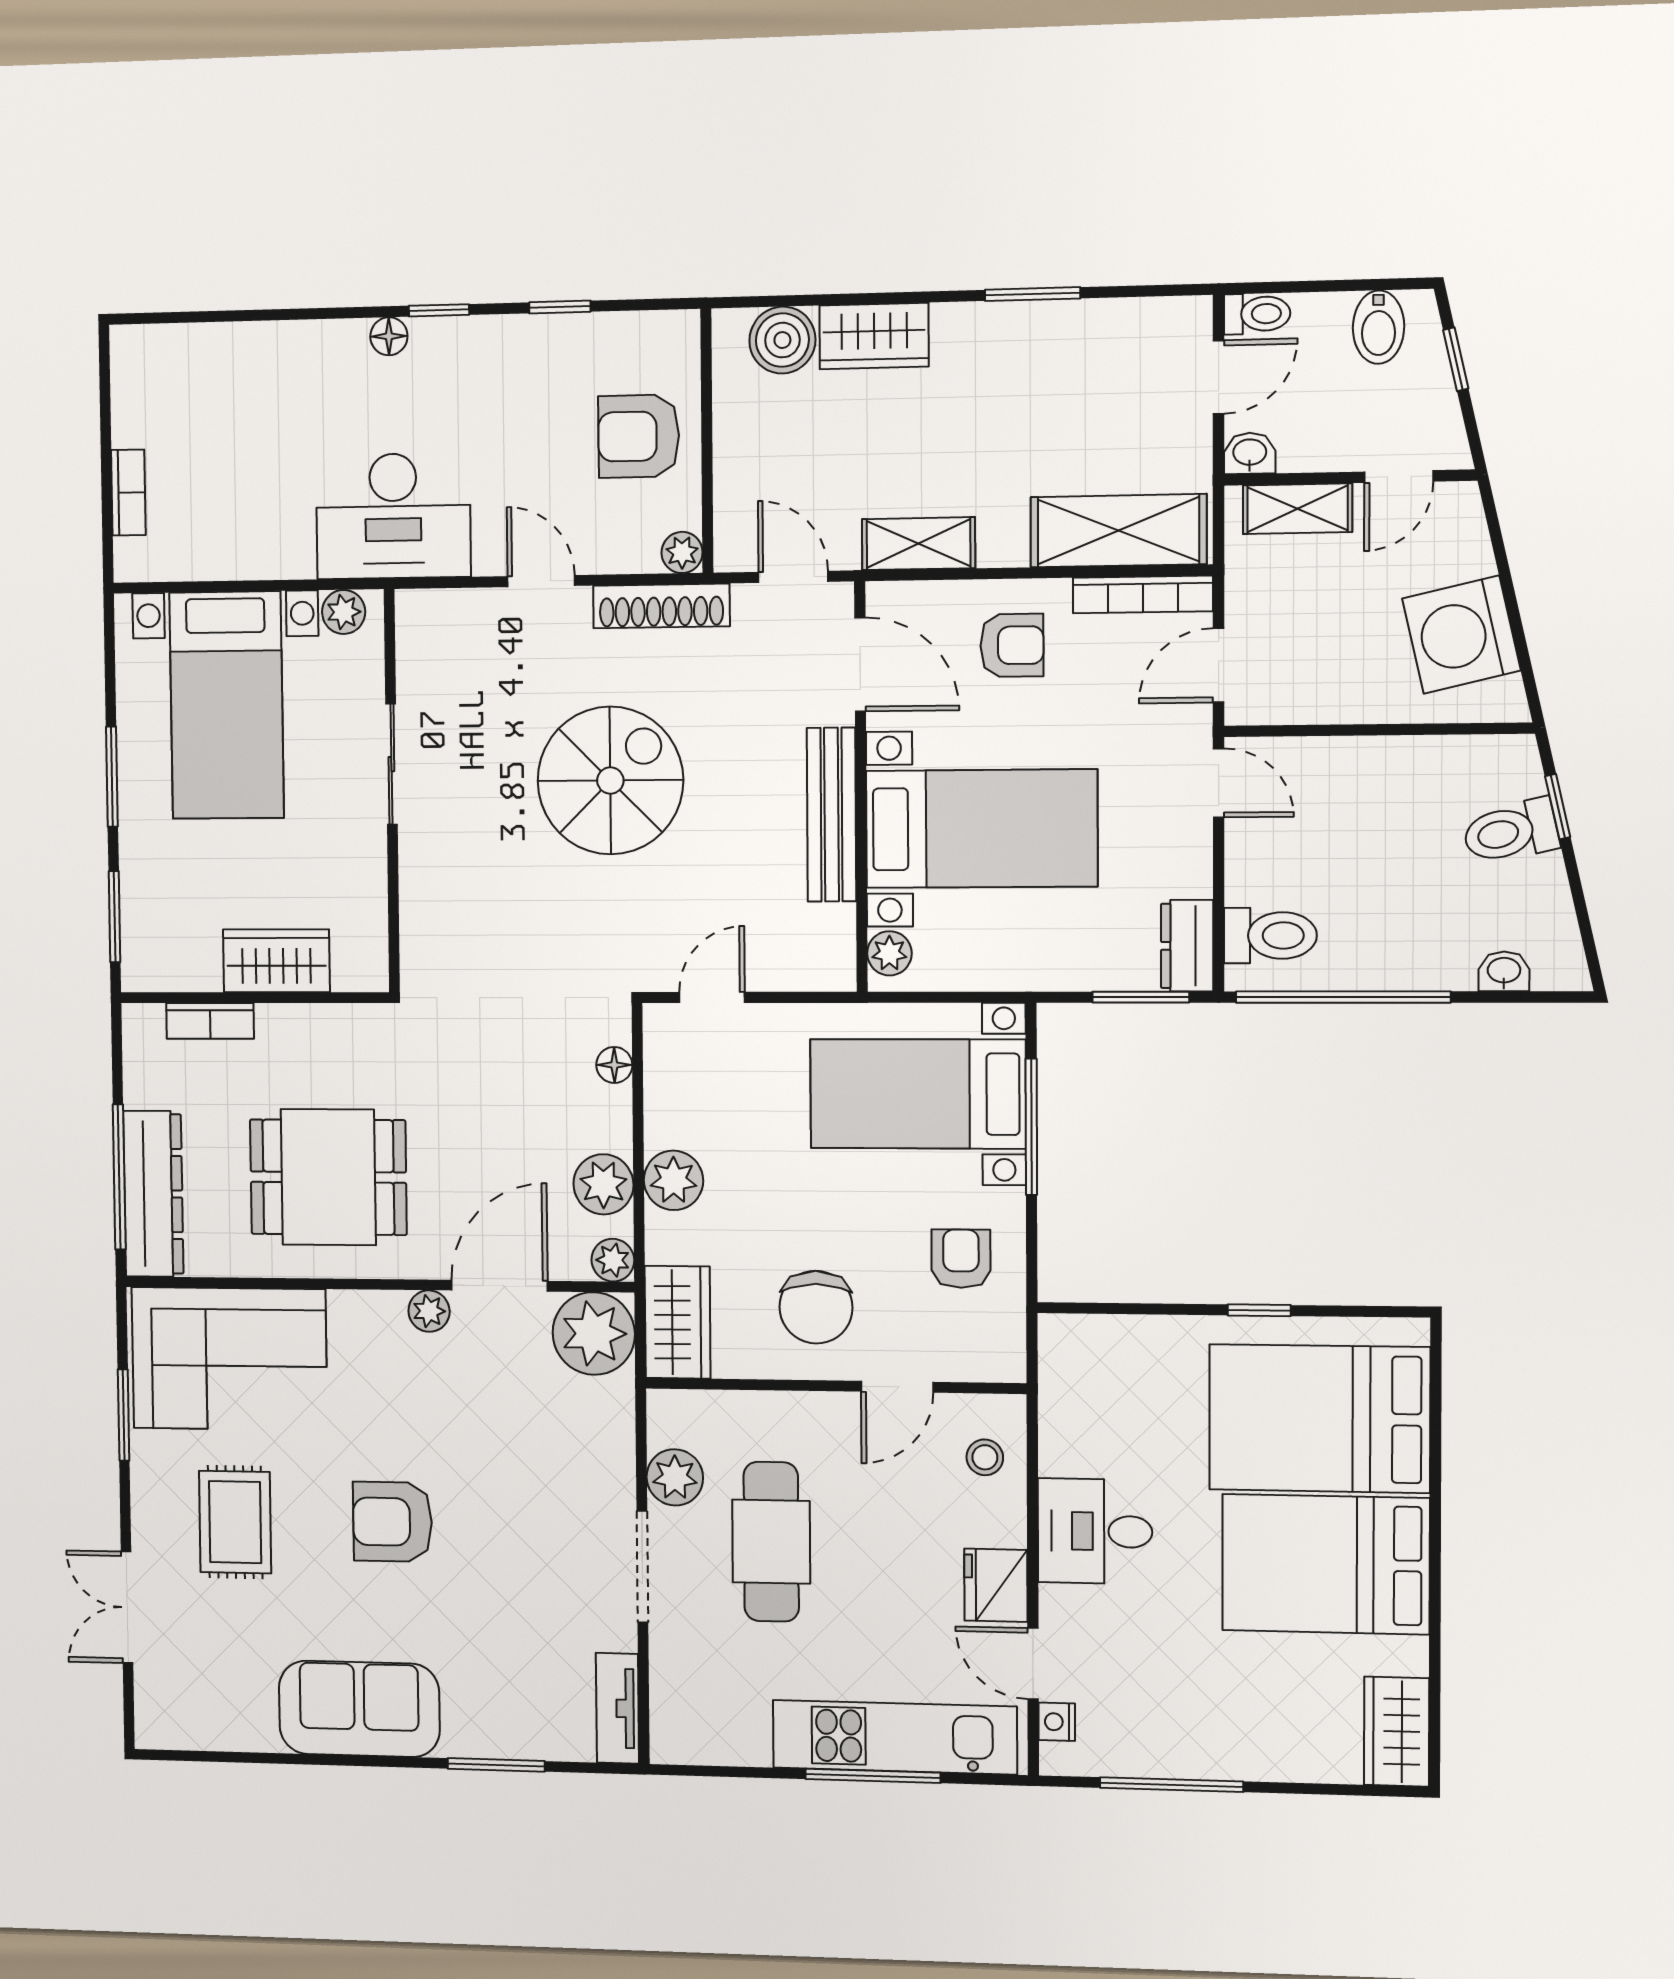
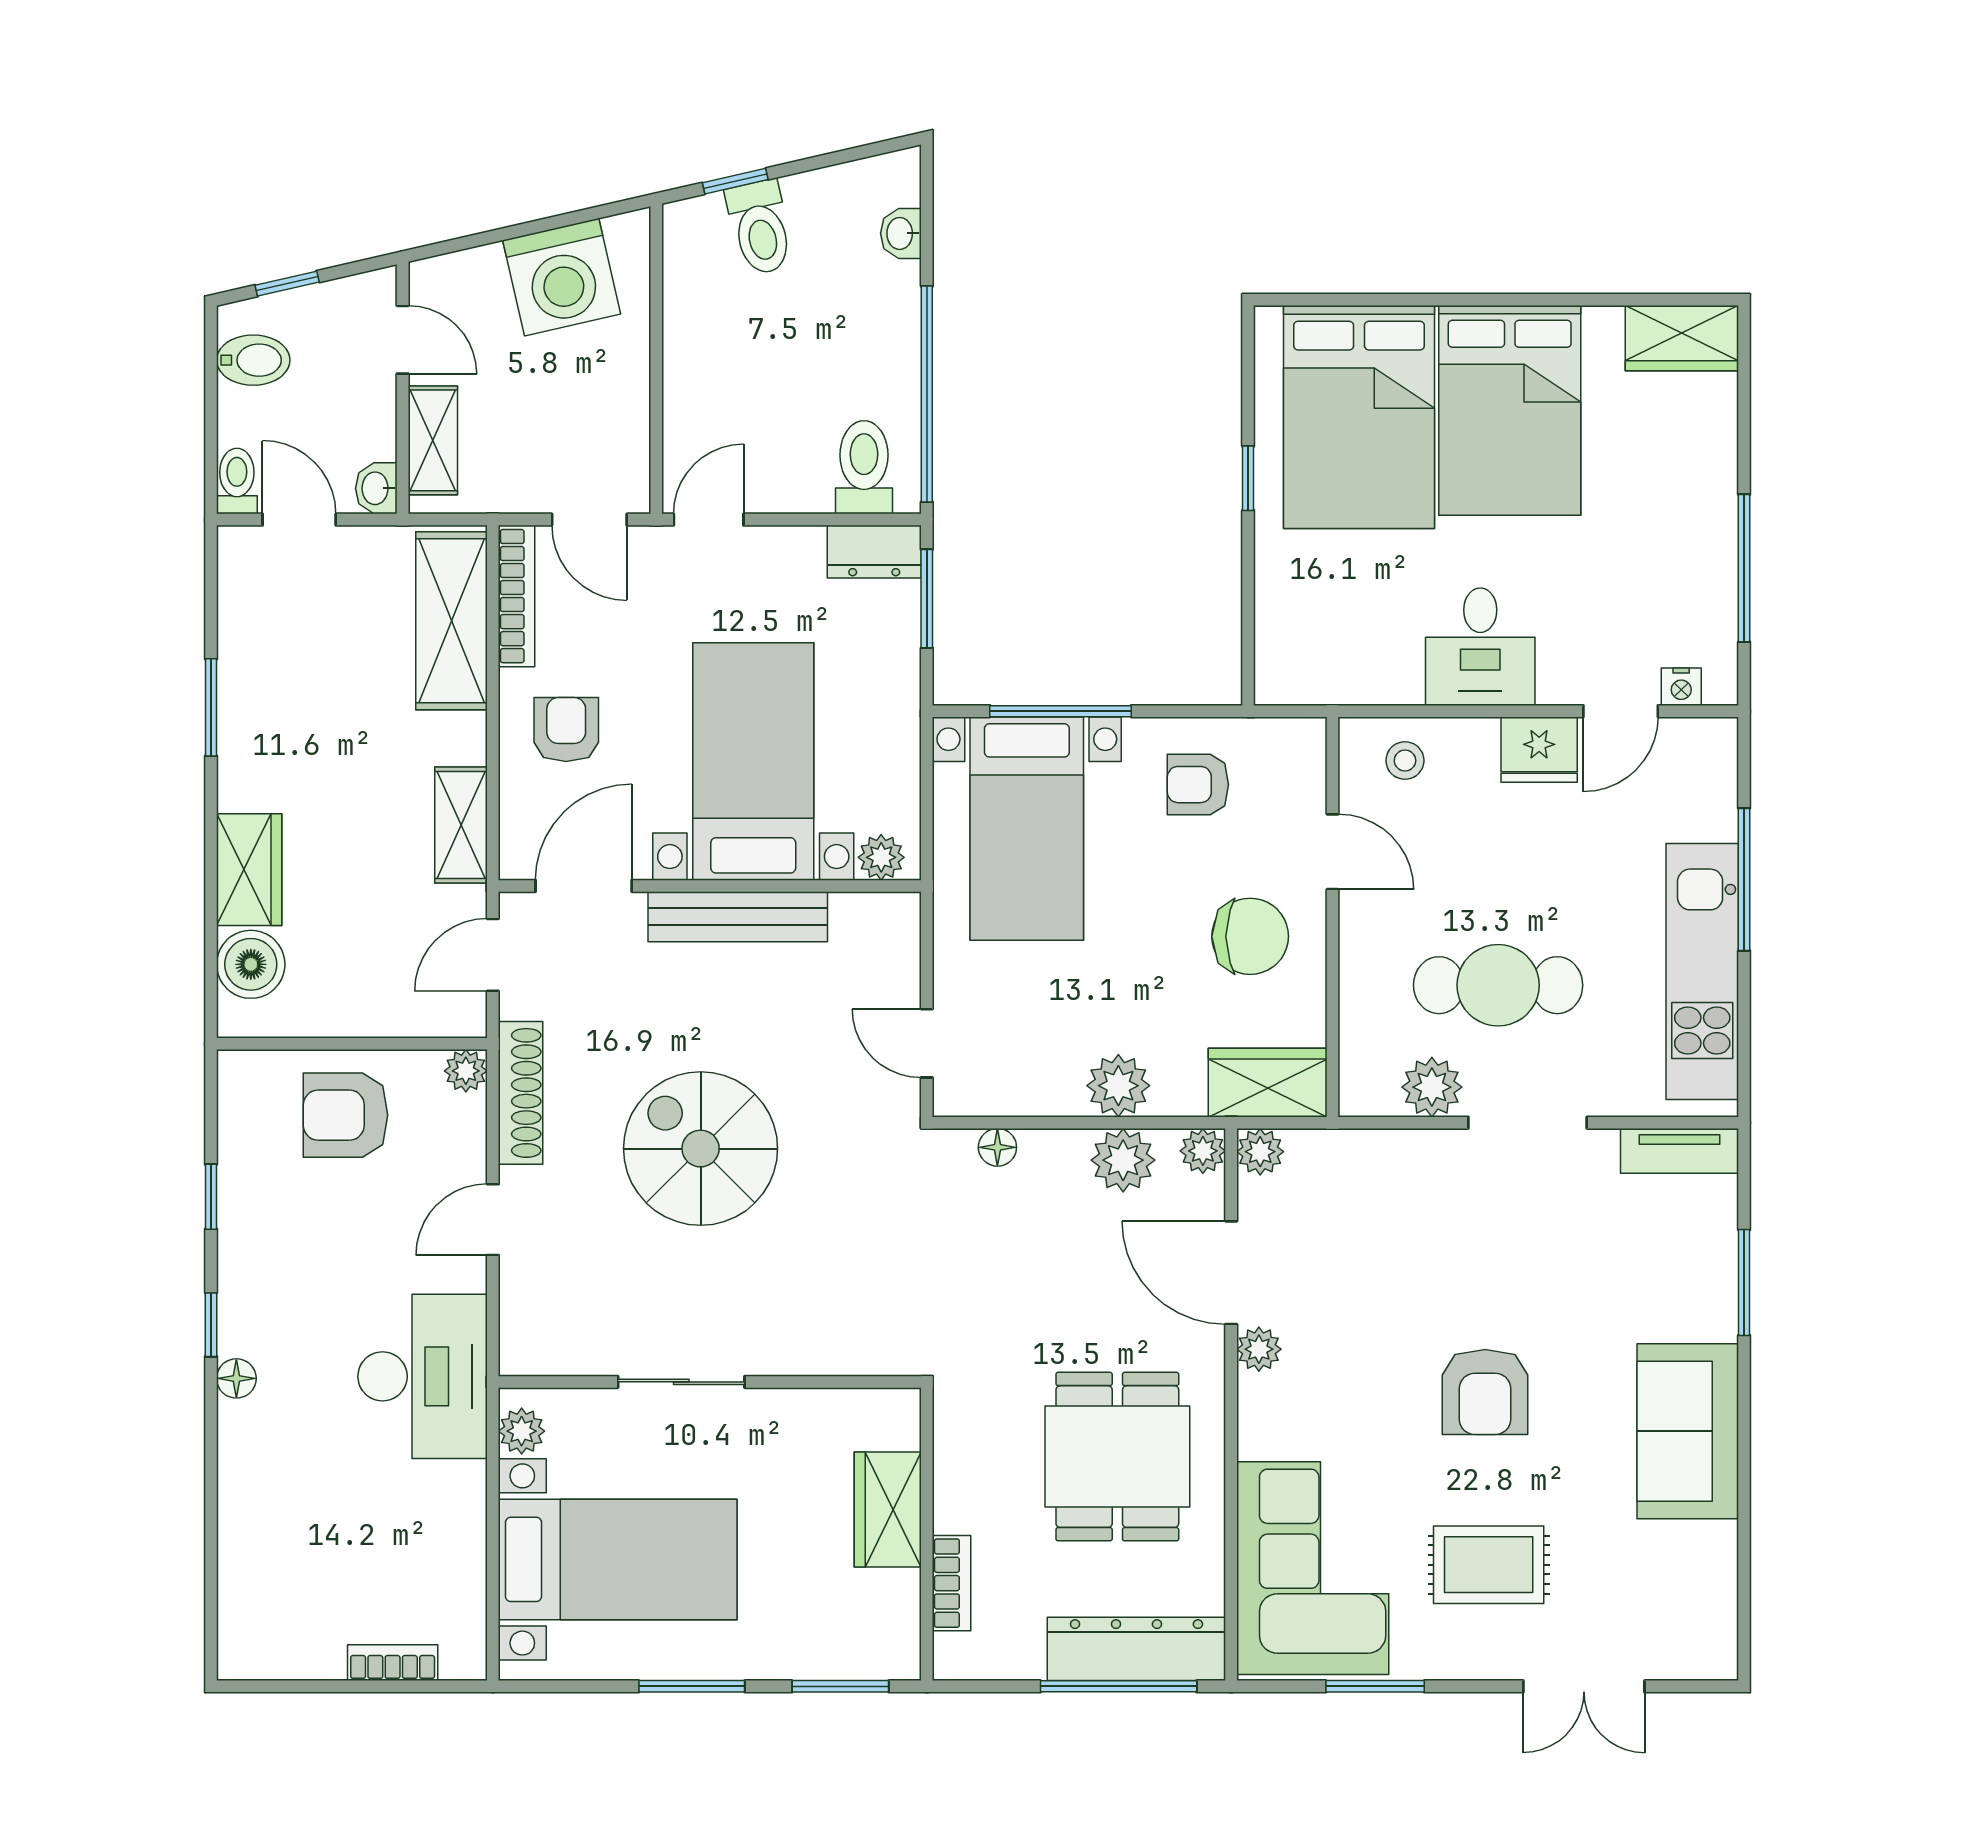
armchair: (639, 436) -> (346, 1115), turned 90
plant: (594, 1333) -> (1260, 1152), width x0.53, depth x0.53
kitchen unit: (895, 1737) -> (1702, 972), moved

